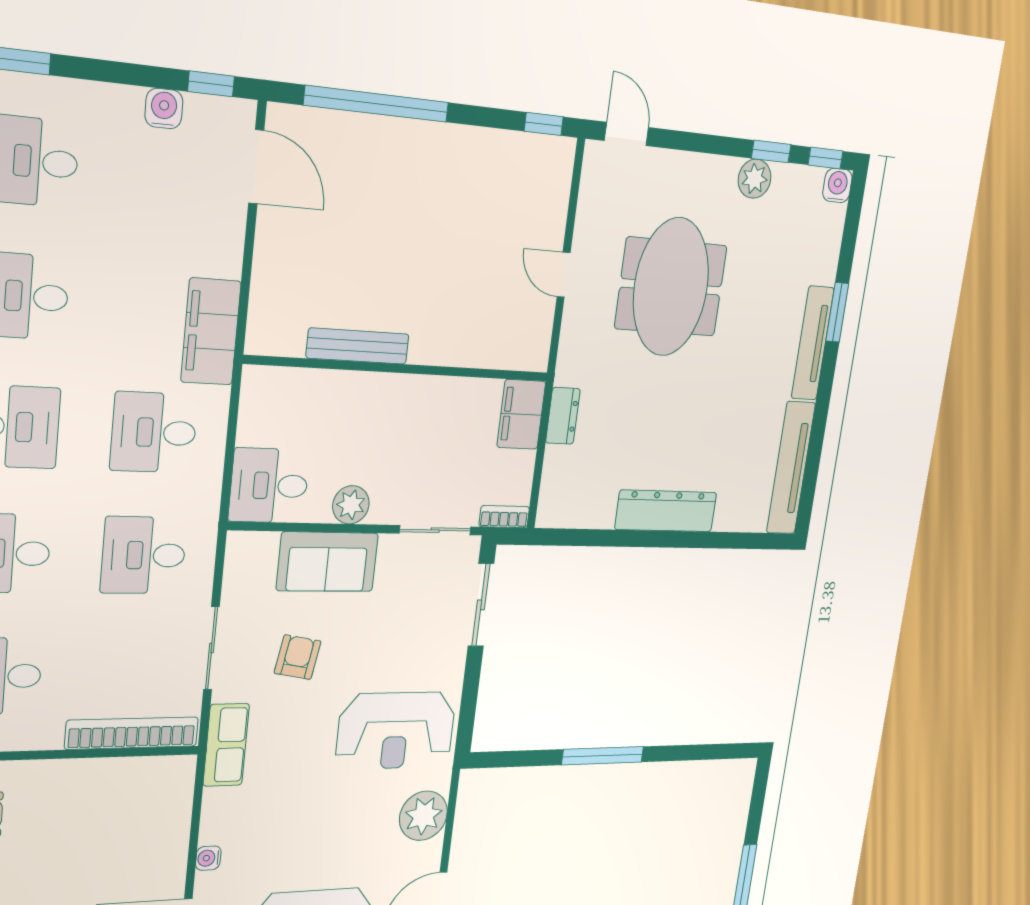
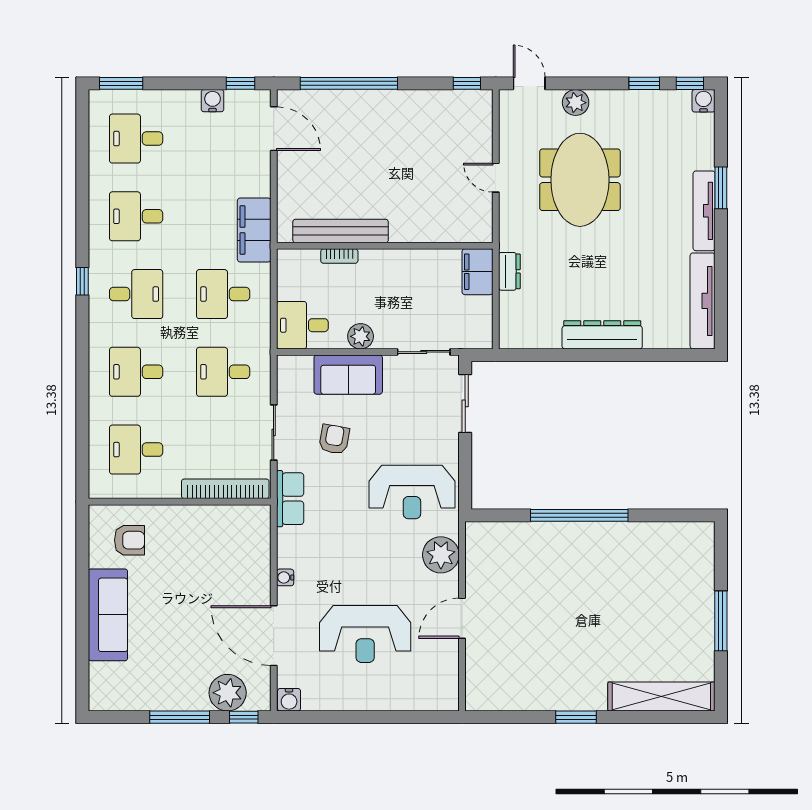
plant: (755, 179) -> (576, 103), moved
bench: (358, 346) -> (341, 231), width x1.37, depth x1.21
bookcase: (504, 517) -> (339, 256), moved, turned 180
window: (603, 756) -> (579, 515), width x1.46

